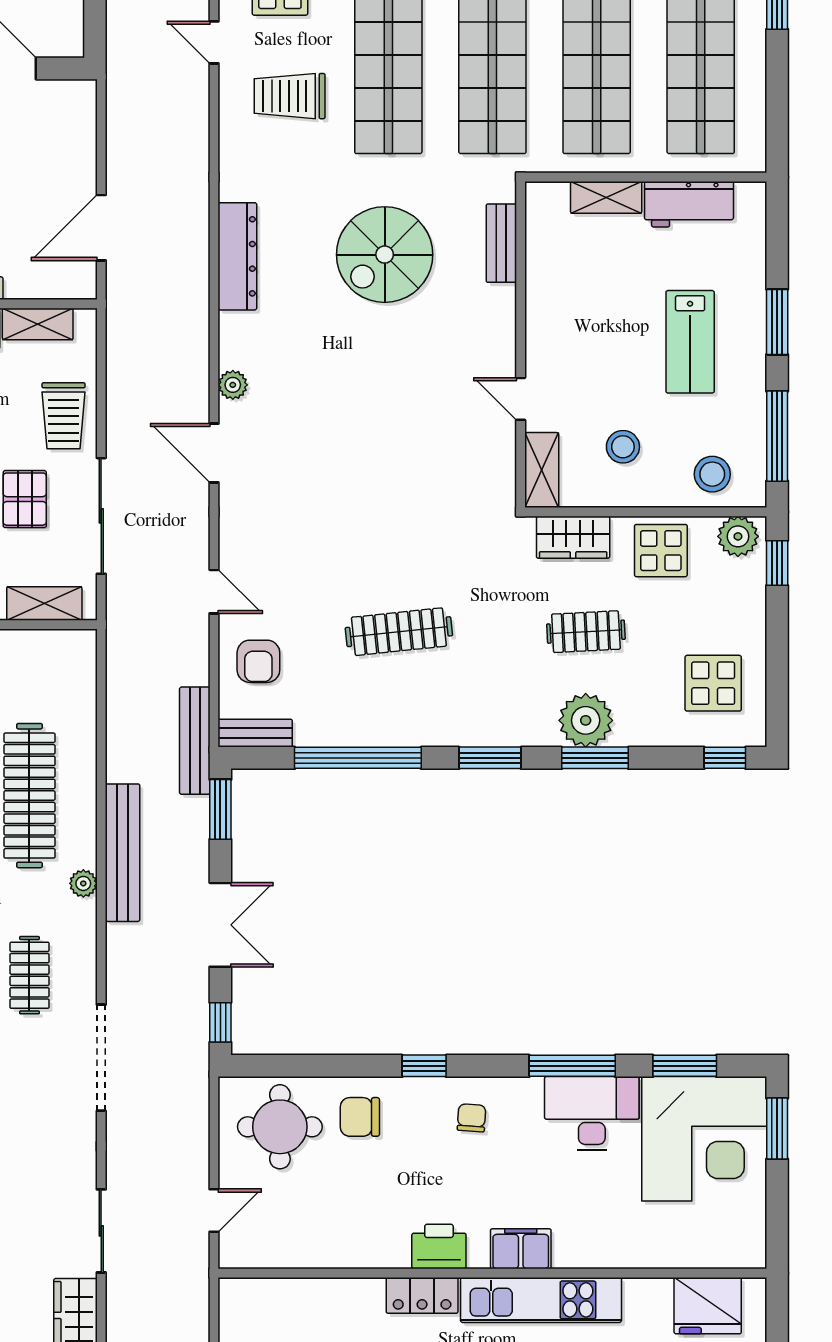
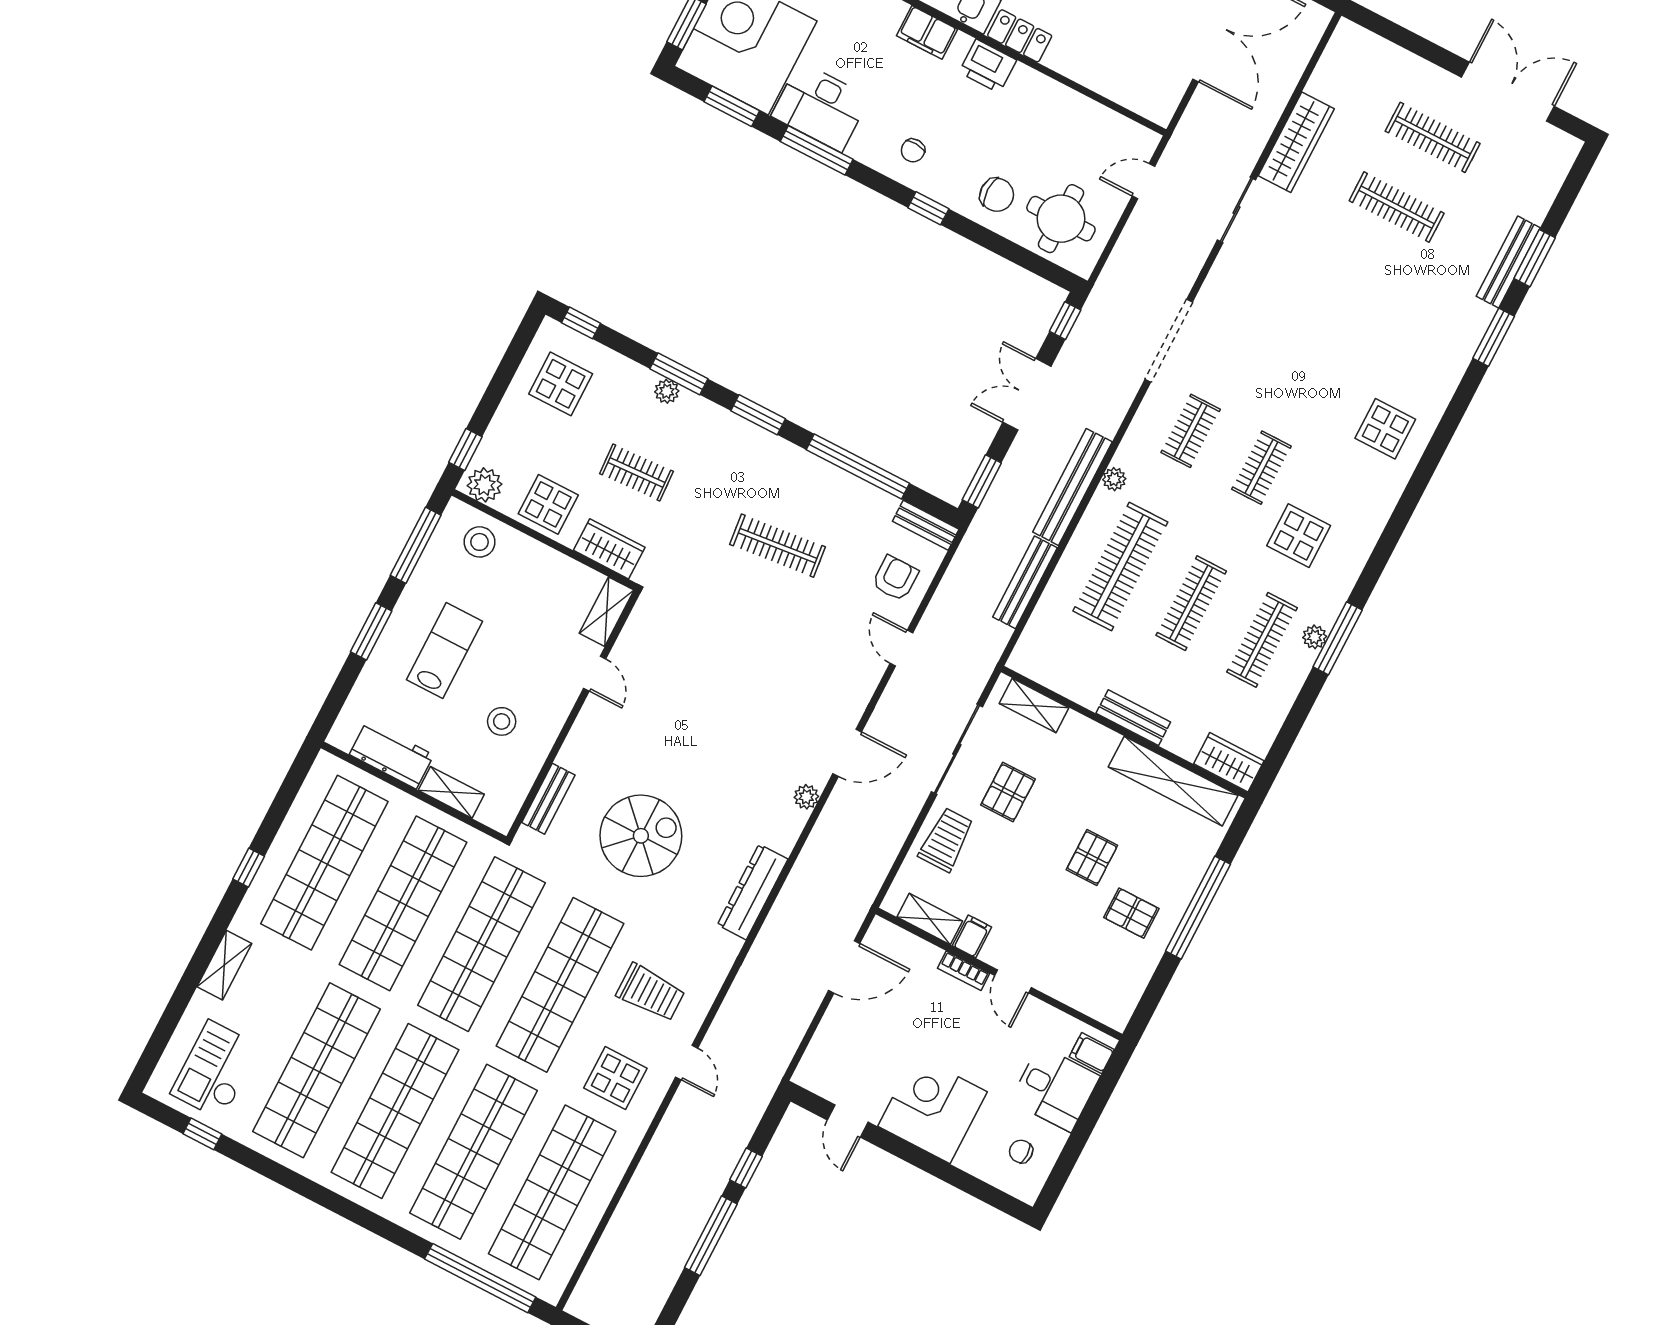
stool: (623, 447) -> (502, 721), moved
door: (214, 453) -> (847, 753), hinge flipped
plant: (586, 720) -> (667, 391), width x0.53, depth x0.53
bench: (195, 741) -> (1025, 582), moved

